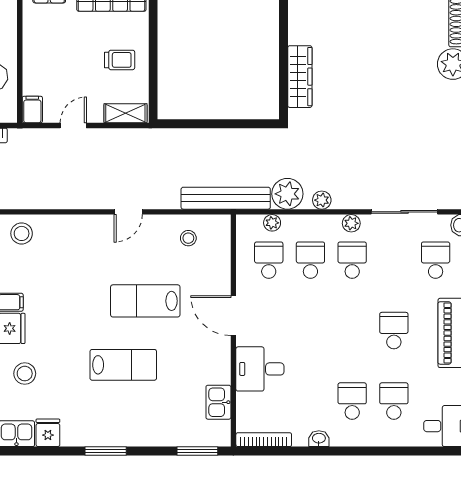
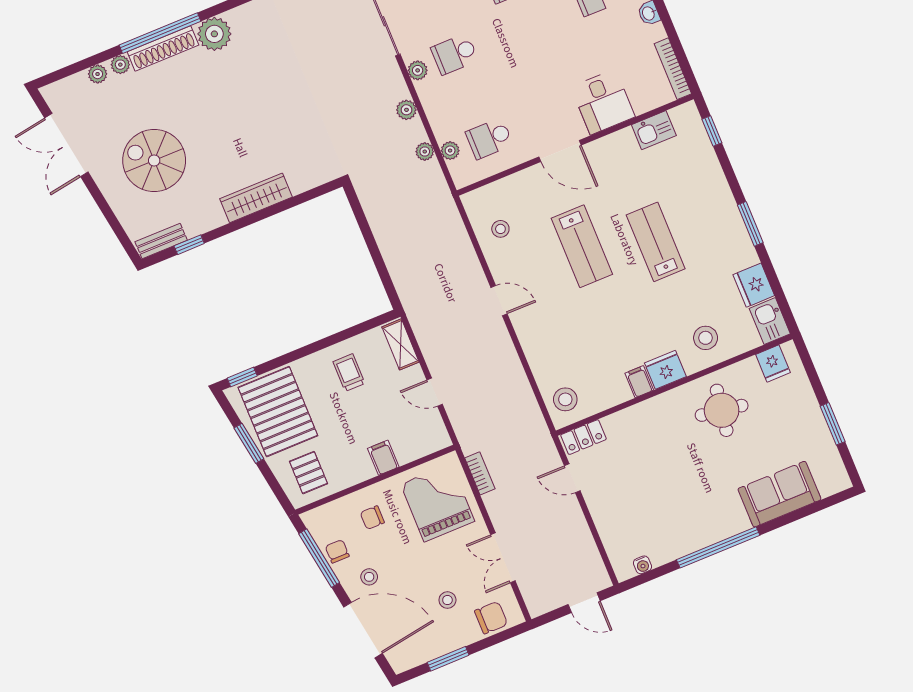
wardrobe: (300, 77) -> (256, 198), moved
filing cabinet: (32, 109) -> (383, 458), moved, turned 90
plant: (287, 194) -> (425, 152), width x0.53, depth x0.53
bench: (226, 198) -> (445, 208), removed
school desk: (310, 260) -> (472, 96), removed
door: (233, 316) -> (560, 151), hinge flipped
fridge: (48, 433) -> (754, 285), width x1.38
window: (197, 451) -> (712, 131), width x0.67

